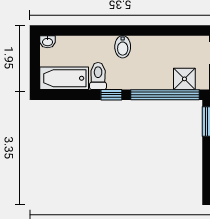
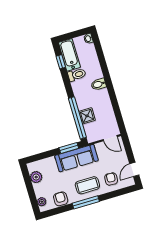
shower: (184, 79) -> (87, 116), moved
window: (111, 95) -> (61, 62), moved

